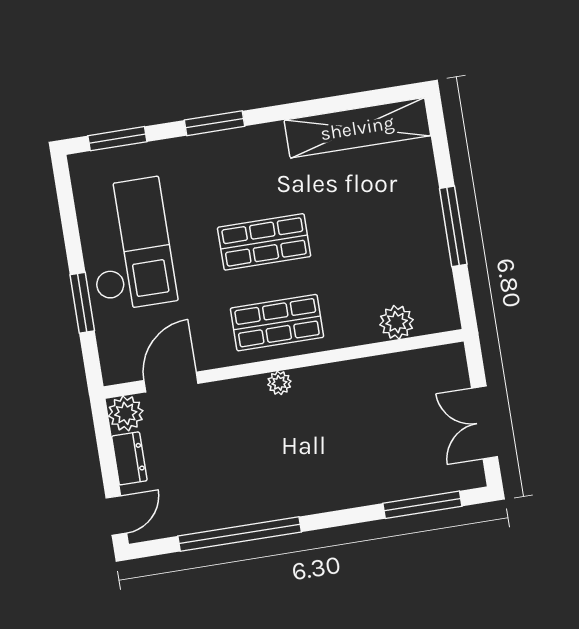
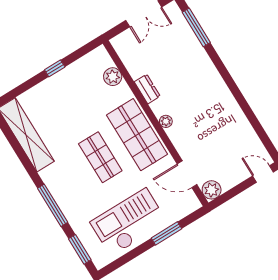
window: (214, 123) -> (53, 205), width x1.44
window: (453, 226) -> (55, 68), width x0.46
shop shelf: (277, 323) -> (137, 135), width x1.43, depth x1.36
dresser: (129, 458) -> (147, 89), moved, turned 90
window: (240, 534) -> (247, 110), removed

